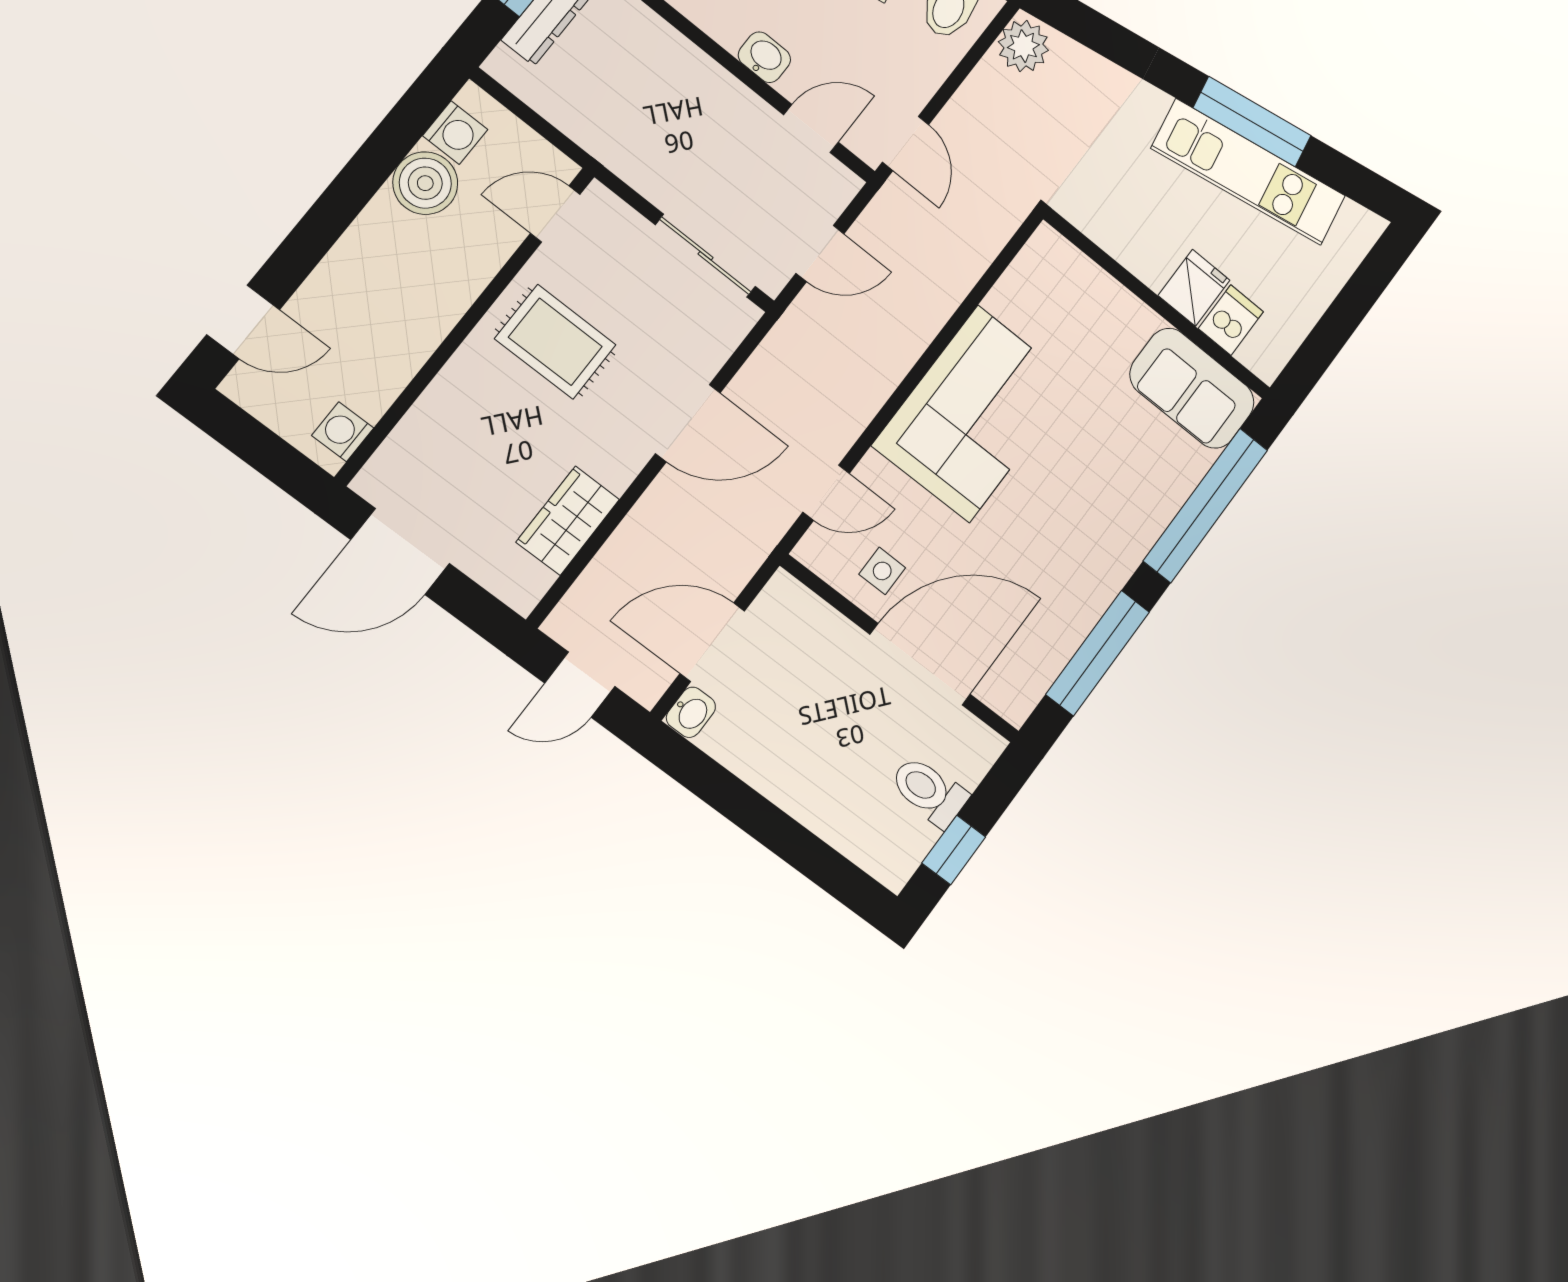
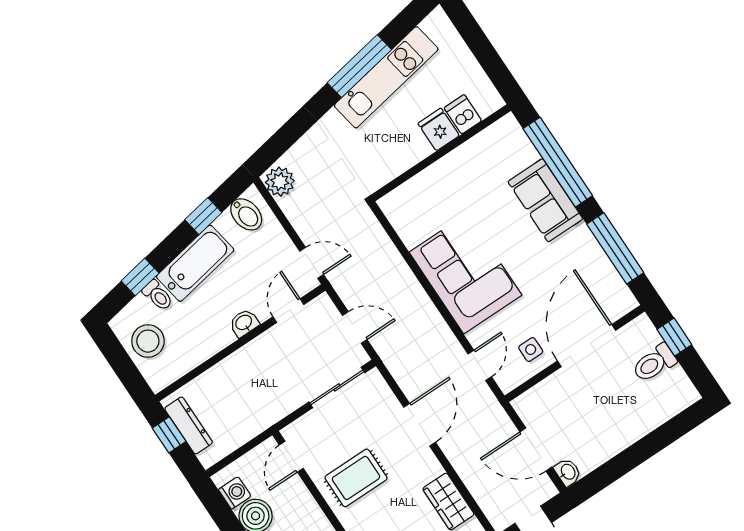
door: (820, 254) -> (355, 328), hinge flipped
sofa: (1192, 388) -> (545, 200), moved, turned 90
door: (712, 642) -> (536, 450), hinge flipped
window: (954, 850) -> (674, 337), moved

